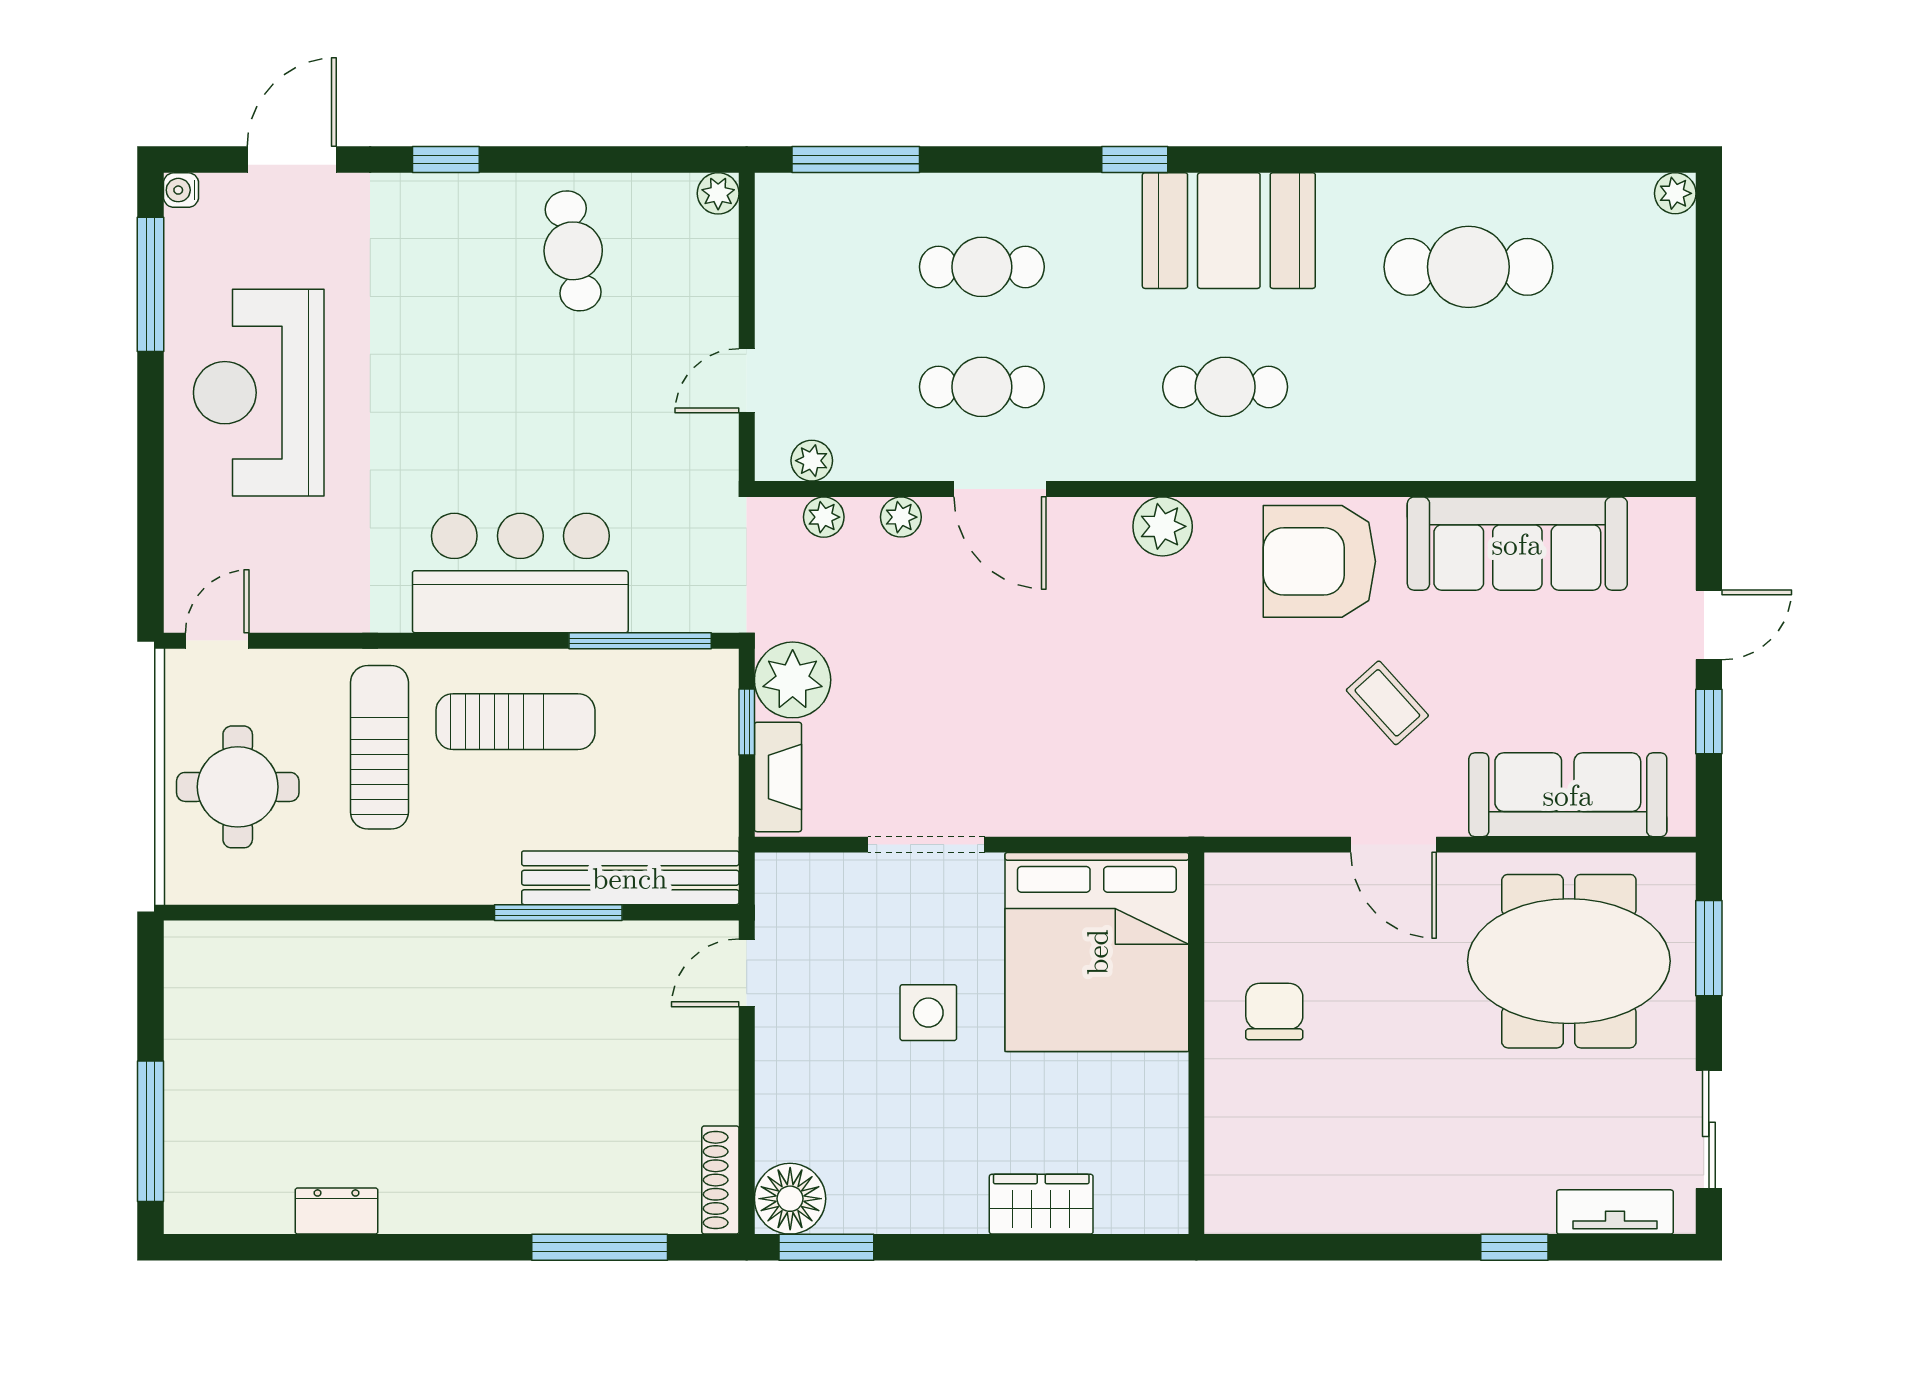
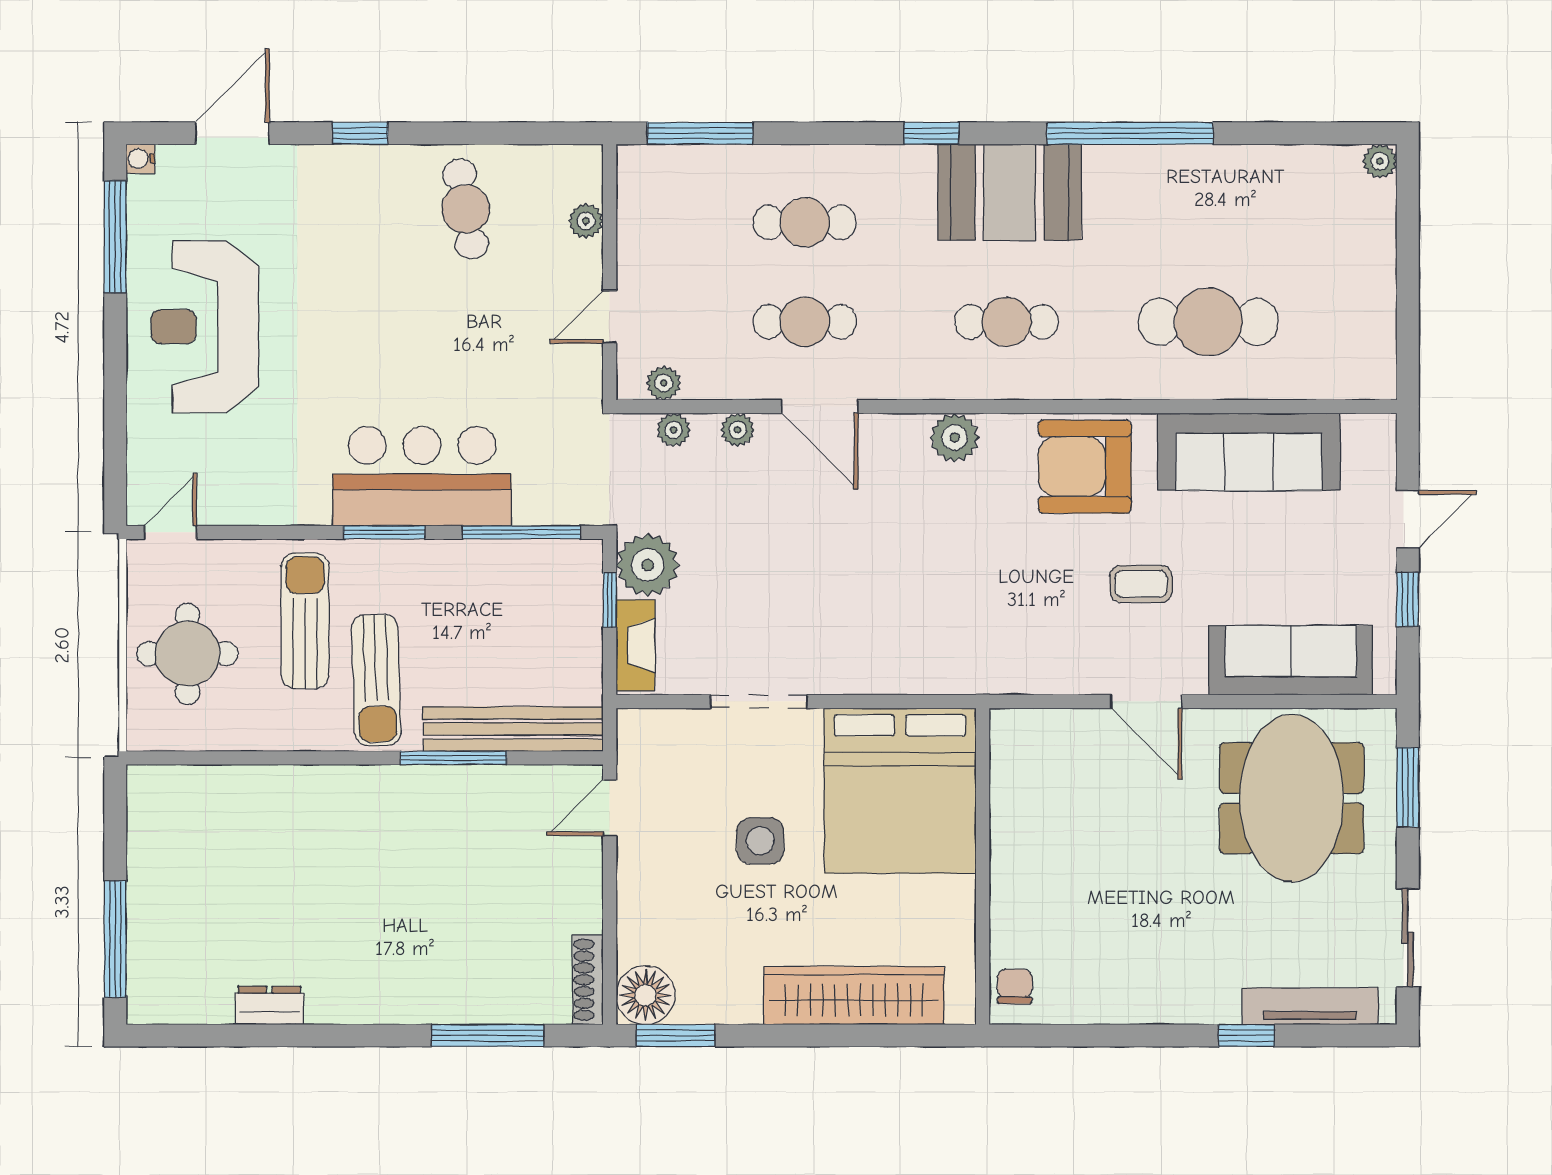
window: (1374, 160) -> (1130, 133), added
plant: (718, 193) -> (586, 221), moved
cafe table: (1468, 267) -> (1208, 322), moved
window: (475, 641) -> (384, 532), added
coffee table: (1387, 703) -> (1141, 584), turned -48
sun lounger: (515, 722) -> (376, 680), moved, turned 88
meeting table: (1569, 961) -> (1292, 798), turned 90
chair: (1274, 1012) -> (1015, 986), moved, width x0.73, depth x0.73
wardrobe: (1041, 1204) -> (854, 995), width x2.10, depth x1.17
tv unit: (1615, 1212) -> (1310, 1006), width x1.41

